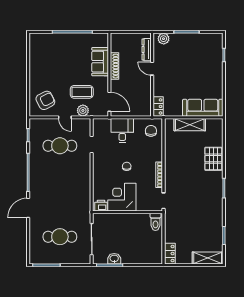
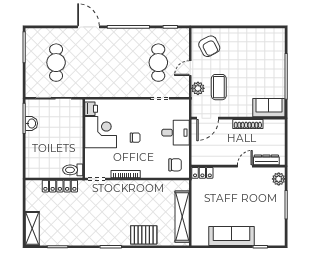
sofa: (100, 62) -> (269, 108), moved
sofa: (203, 108) -> (231, 236), moved, turned -90
shelving: (190, 125) -> (182, 217), width x1.47
locker: (170, 254) -> (60, 186), moved, width x1.53

